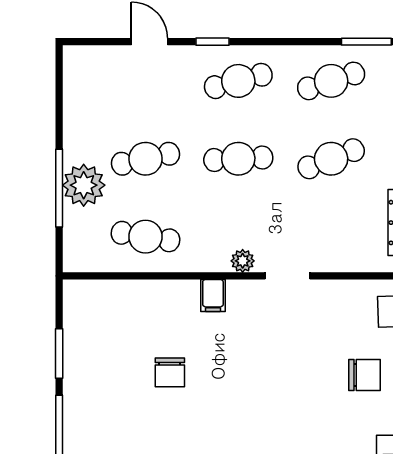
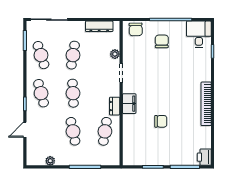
cafe table: (331, 159) -> (73, 55), turned 30
plant: (84, 185) -> (50, 161), moved, width x0.53, depth x0.53
dresser: (207, 260) -> (115, 106), added
plant: (243, 261) -> (115, 54), moved
filing cabinet: (213, 295) -> (129, 104), width x2.00

